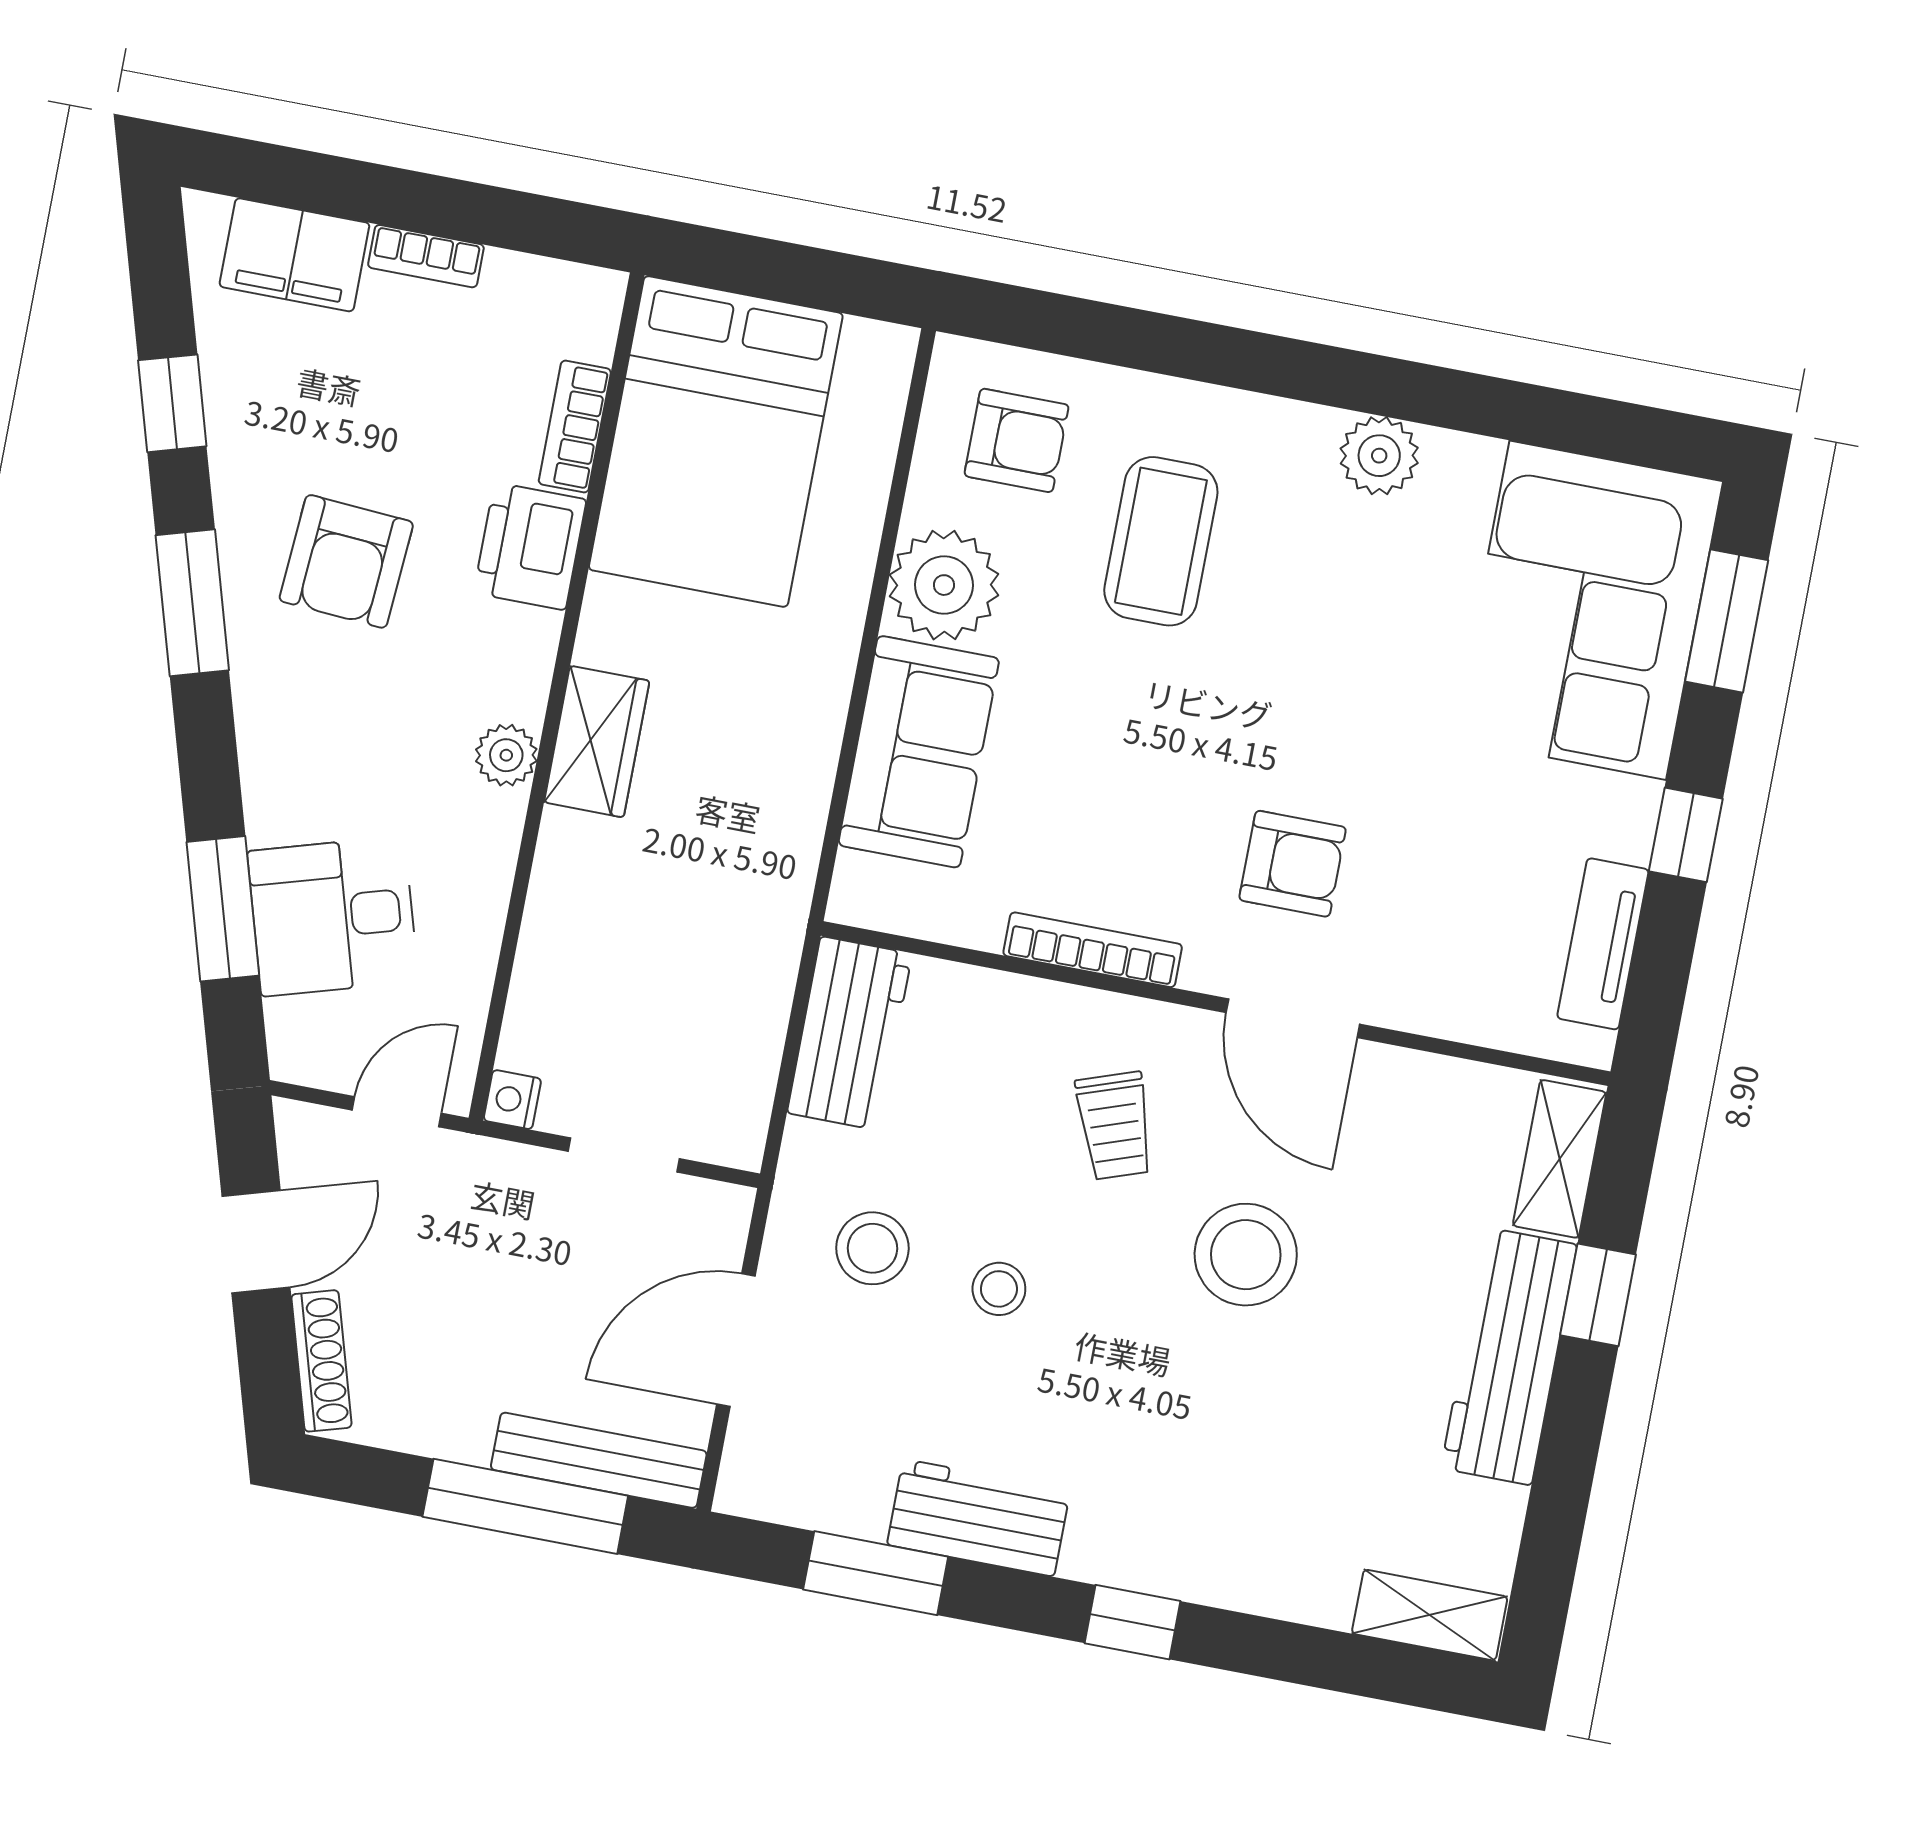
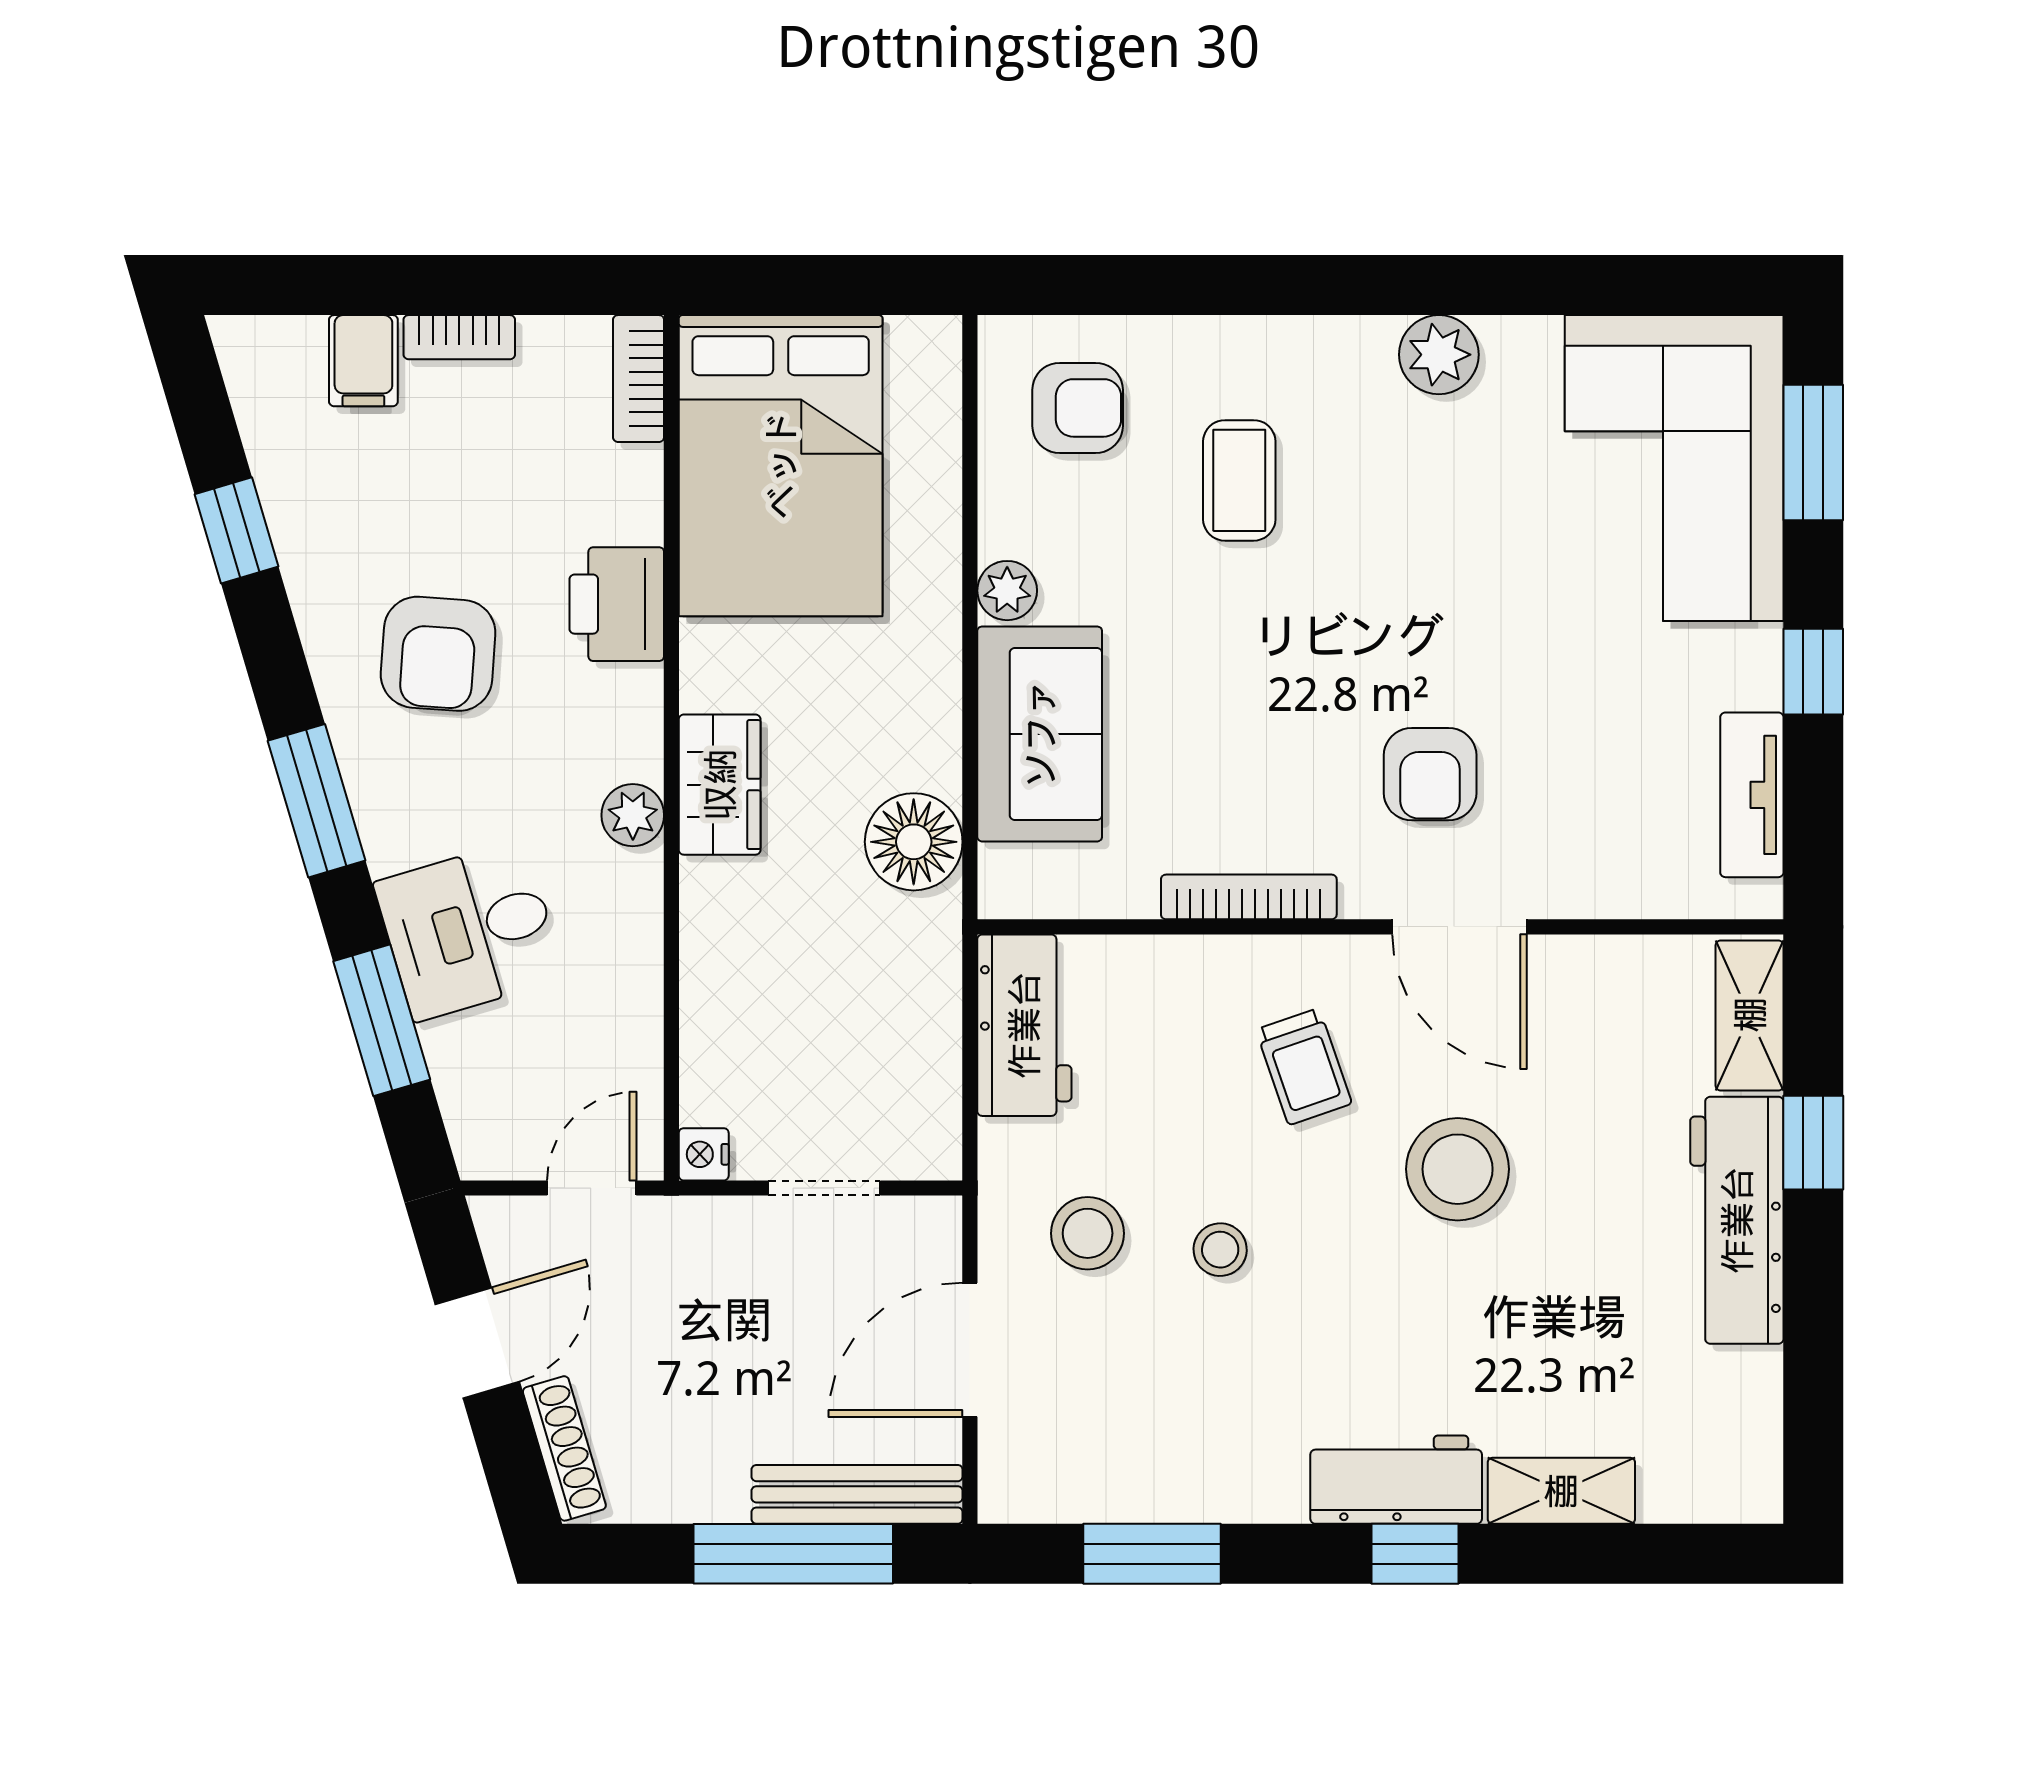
filing cabinet: (294, 255) -> (363, 361), width x0.50
bookcase: (575, 426) -> (639, 379), moved
coffee table: (1161, 541) -> (1239, 480), width x0.73, depth x0.77
plant: (944, 585) -> (1007, 591), width x0.53, depth x0.53
window: (192, 603) -> (317, 801), moved
floor lamp: (776, 834) -> (914, 842), added
armchair: (1293, 864) -> (1430, 774), turned 90
desk: (333, 916) -> (469, 930), moved
workbench: (979, 1518) -> (1396, 1480), moved
shelving: (1430, 1615) -> (1561, 1491), moved

